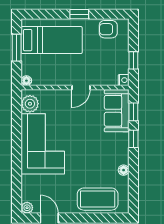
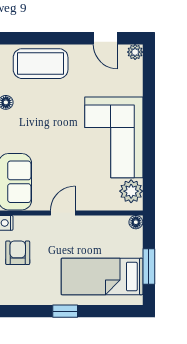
armchair: (108, 29) -> (18, 253), moved, turned -90

